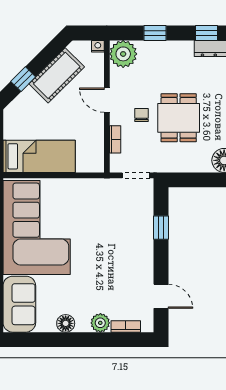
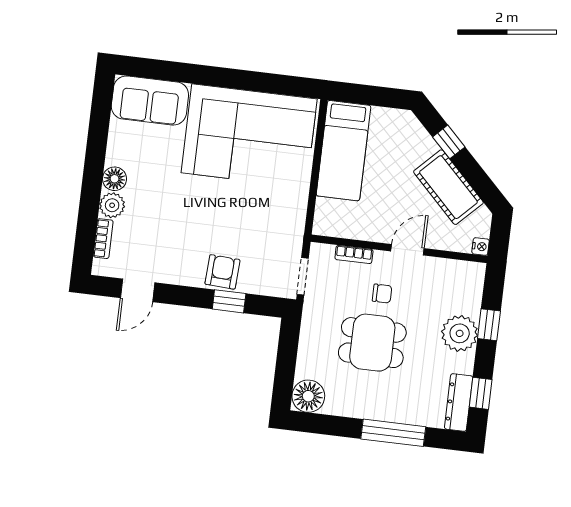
plant: (123, 54) -> (460, 333), moved
armchair: (140, 235) -> (222, 272), added
floor lamp: (66, 323) -> (115, 179), moved

